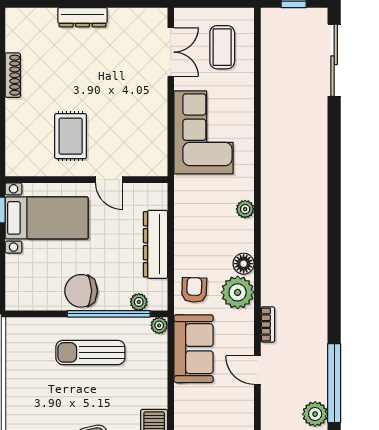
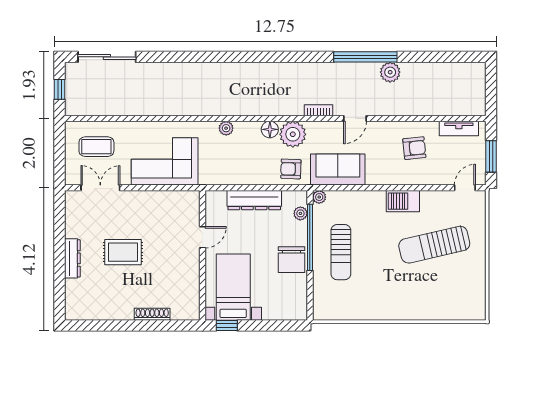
shoe rack: (13, 75) -> (152, 314), moved
rug: (71, 136) -> (123, 252), moved

